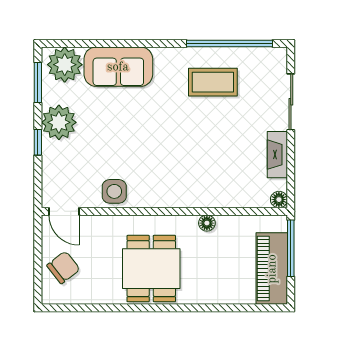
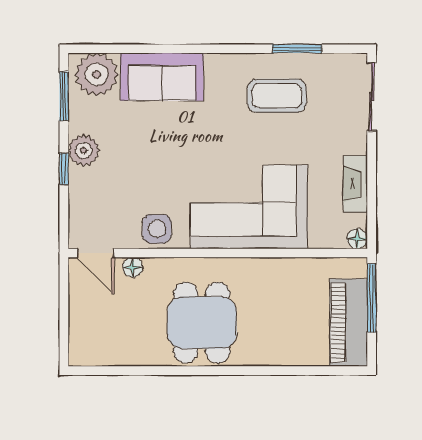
window: (229, 43) -> (297, 49), width x0.47
sliding door: (291, 102) -> (372, 97), moved
plant: (59, 122) -> (84, 150), width x0.73, depth x0.73
corner sofa: (190, 173) -> (249, 207), added
floor lamp: (207, 223) -> (133, 267), moved
chair: (63, 267) -> (95, 321), removed

